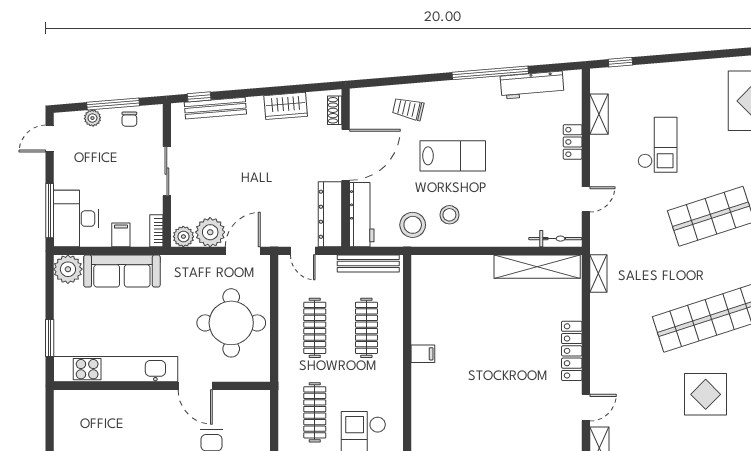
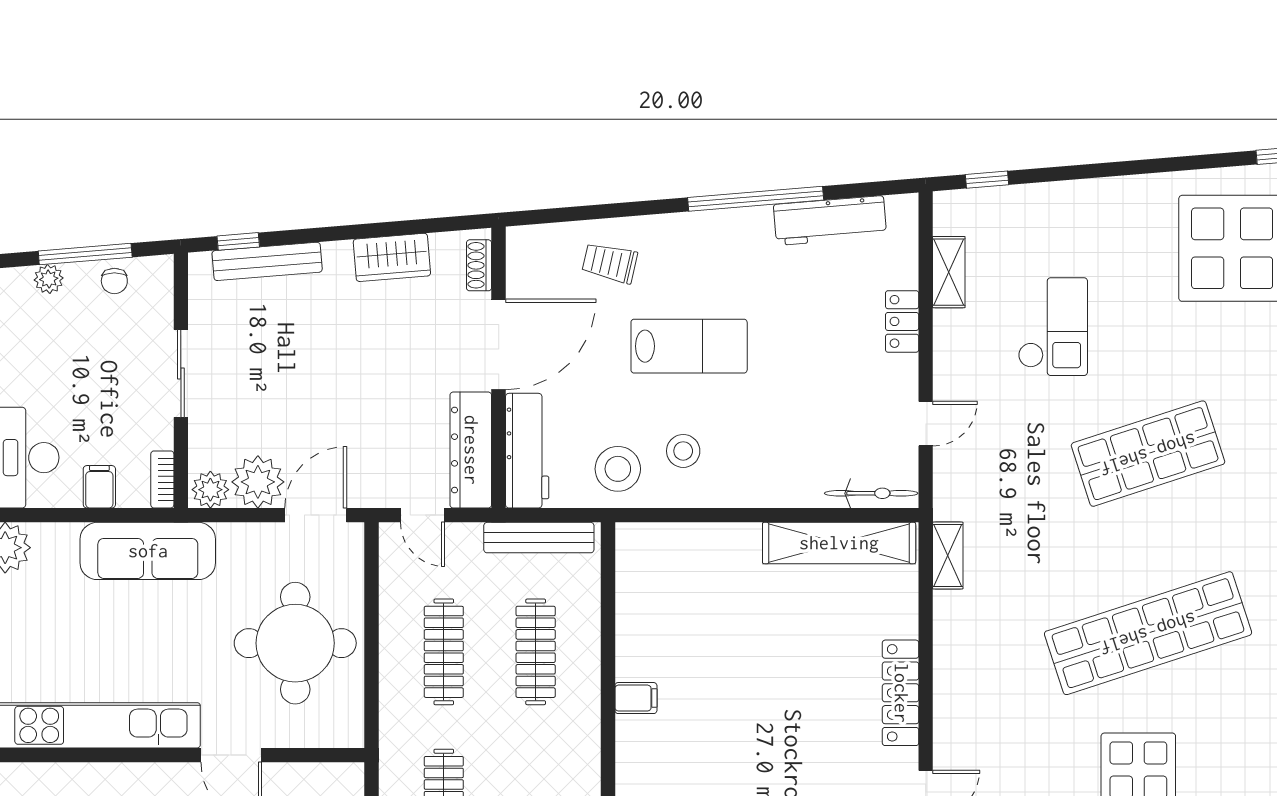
sofa: (122, 271) -> (148, 551), moved

